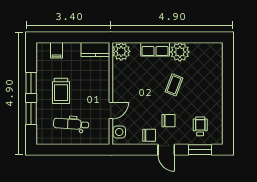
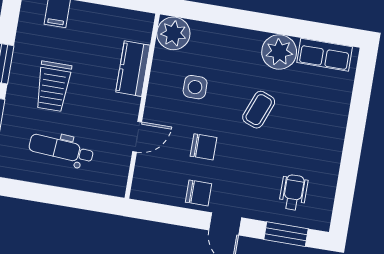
row of seats: (155, 49) -> (325, 55), moved
kitchen counter: (95, 50) -> (133, 69), moved, turned 90
chair: (168, 121) -> (204, 147), moved
side table: (119, 132) -> (195, 87), moved

